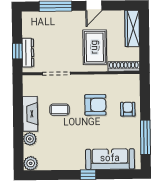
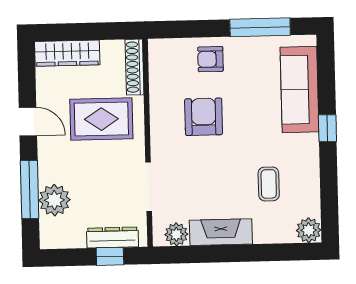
plant: (49, 20) -> (54, 200), added
coffee table: (60, 110) -> (269, 184), moved
plant: (30, 139) -> (176, 234), moved

